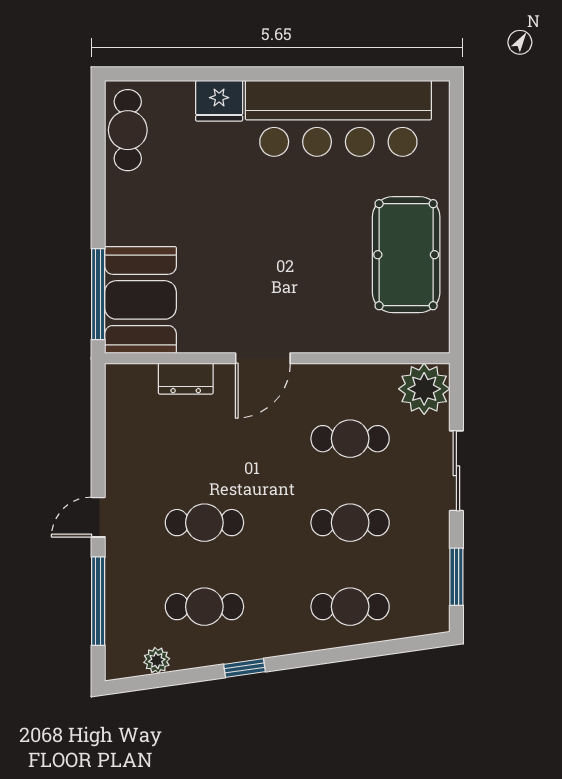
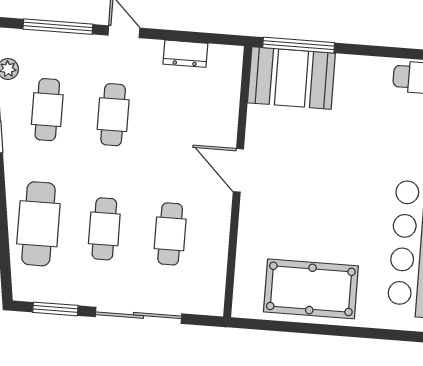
dresser: (186, 379) -> (185, 54), moved, turned -90
plant: (424, 389) -> (205, 295), removed
sliding door: (456, 471) -> (139, 315), width x1.37
cafe table: (350, 607) -> (38, 224), width x1.37, depth x1.35

